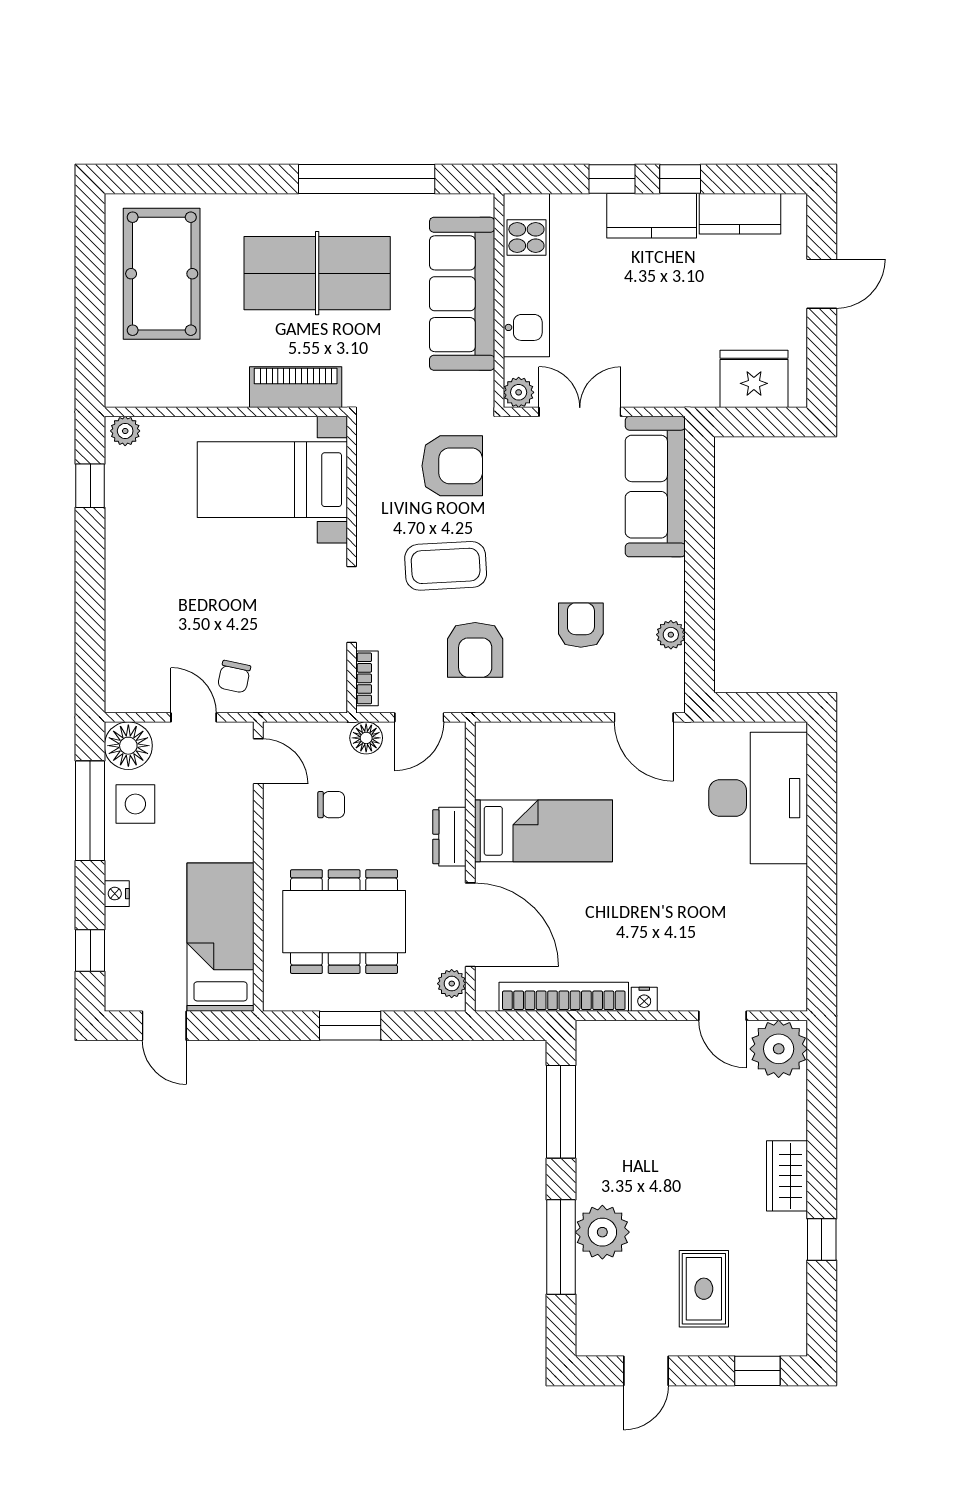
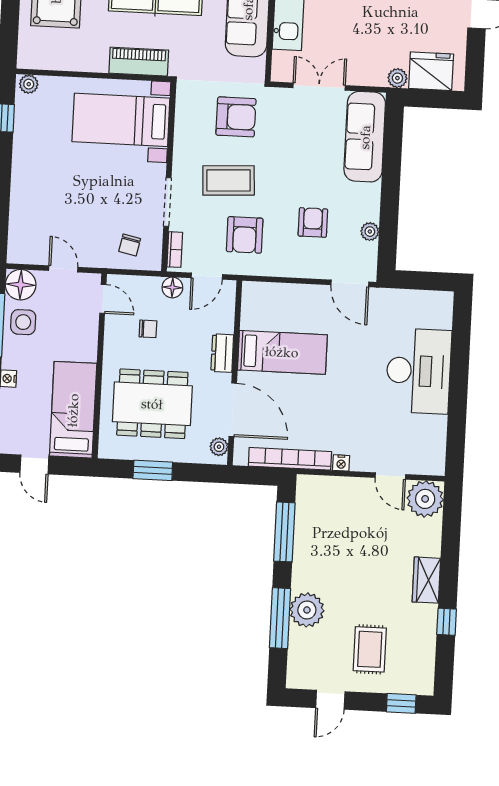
plant: (519, 392) -> (397, 78), moved
chair: (234, 677) -> (130, 245), moved
desk: (758, 798) -> (419, 371), moved

